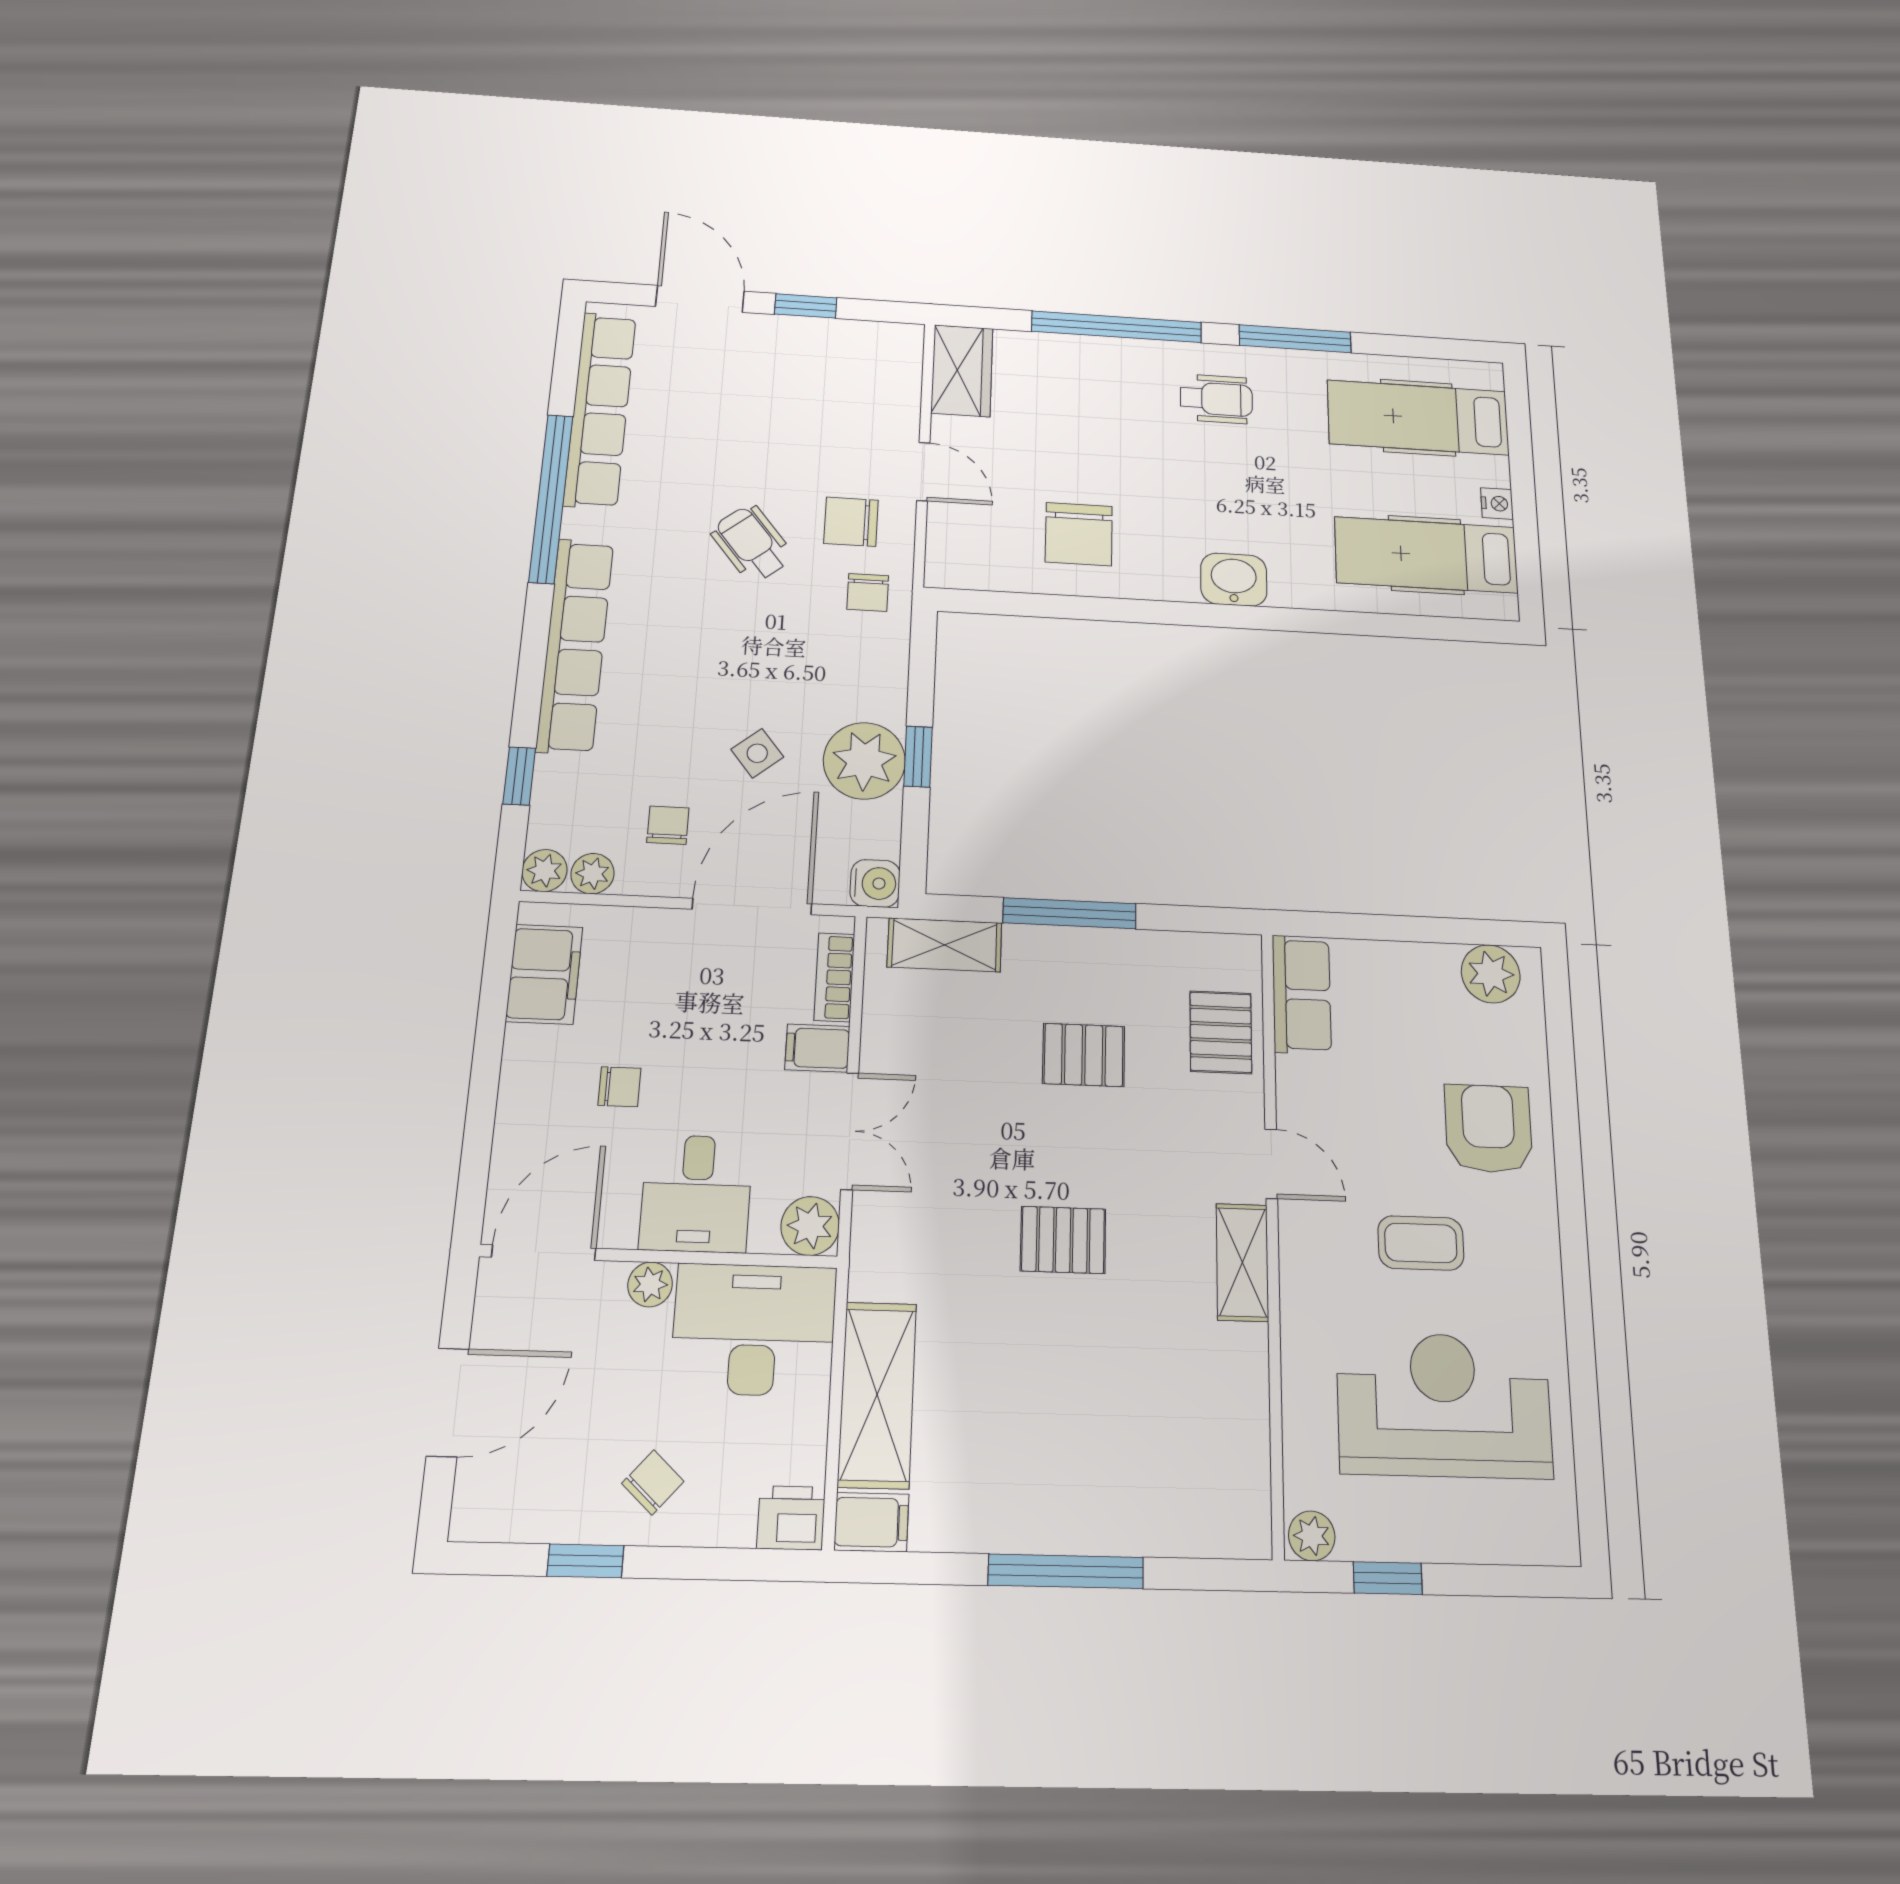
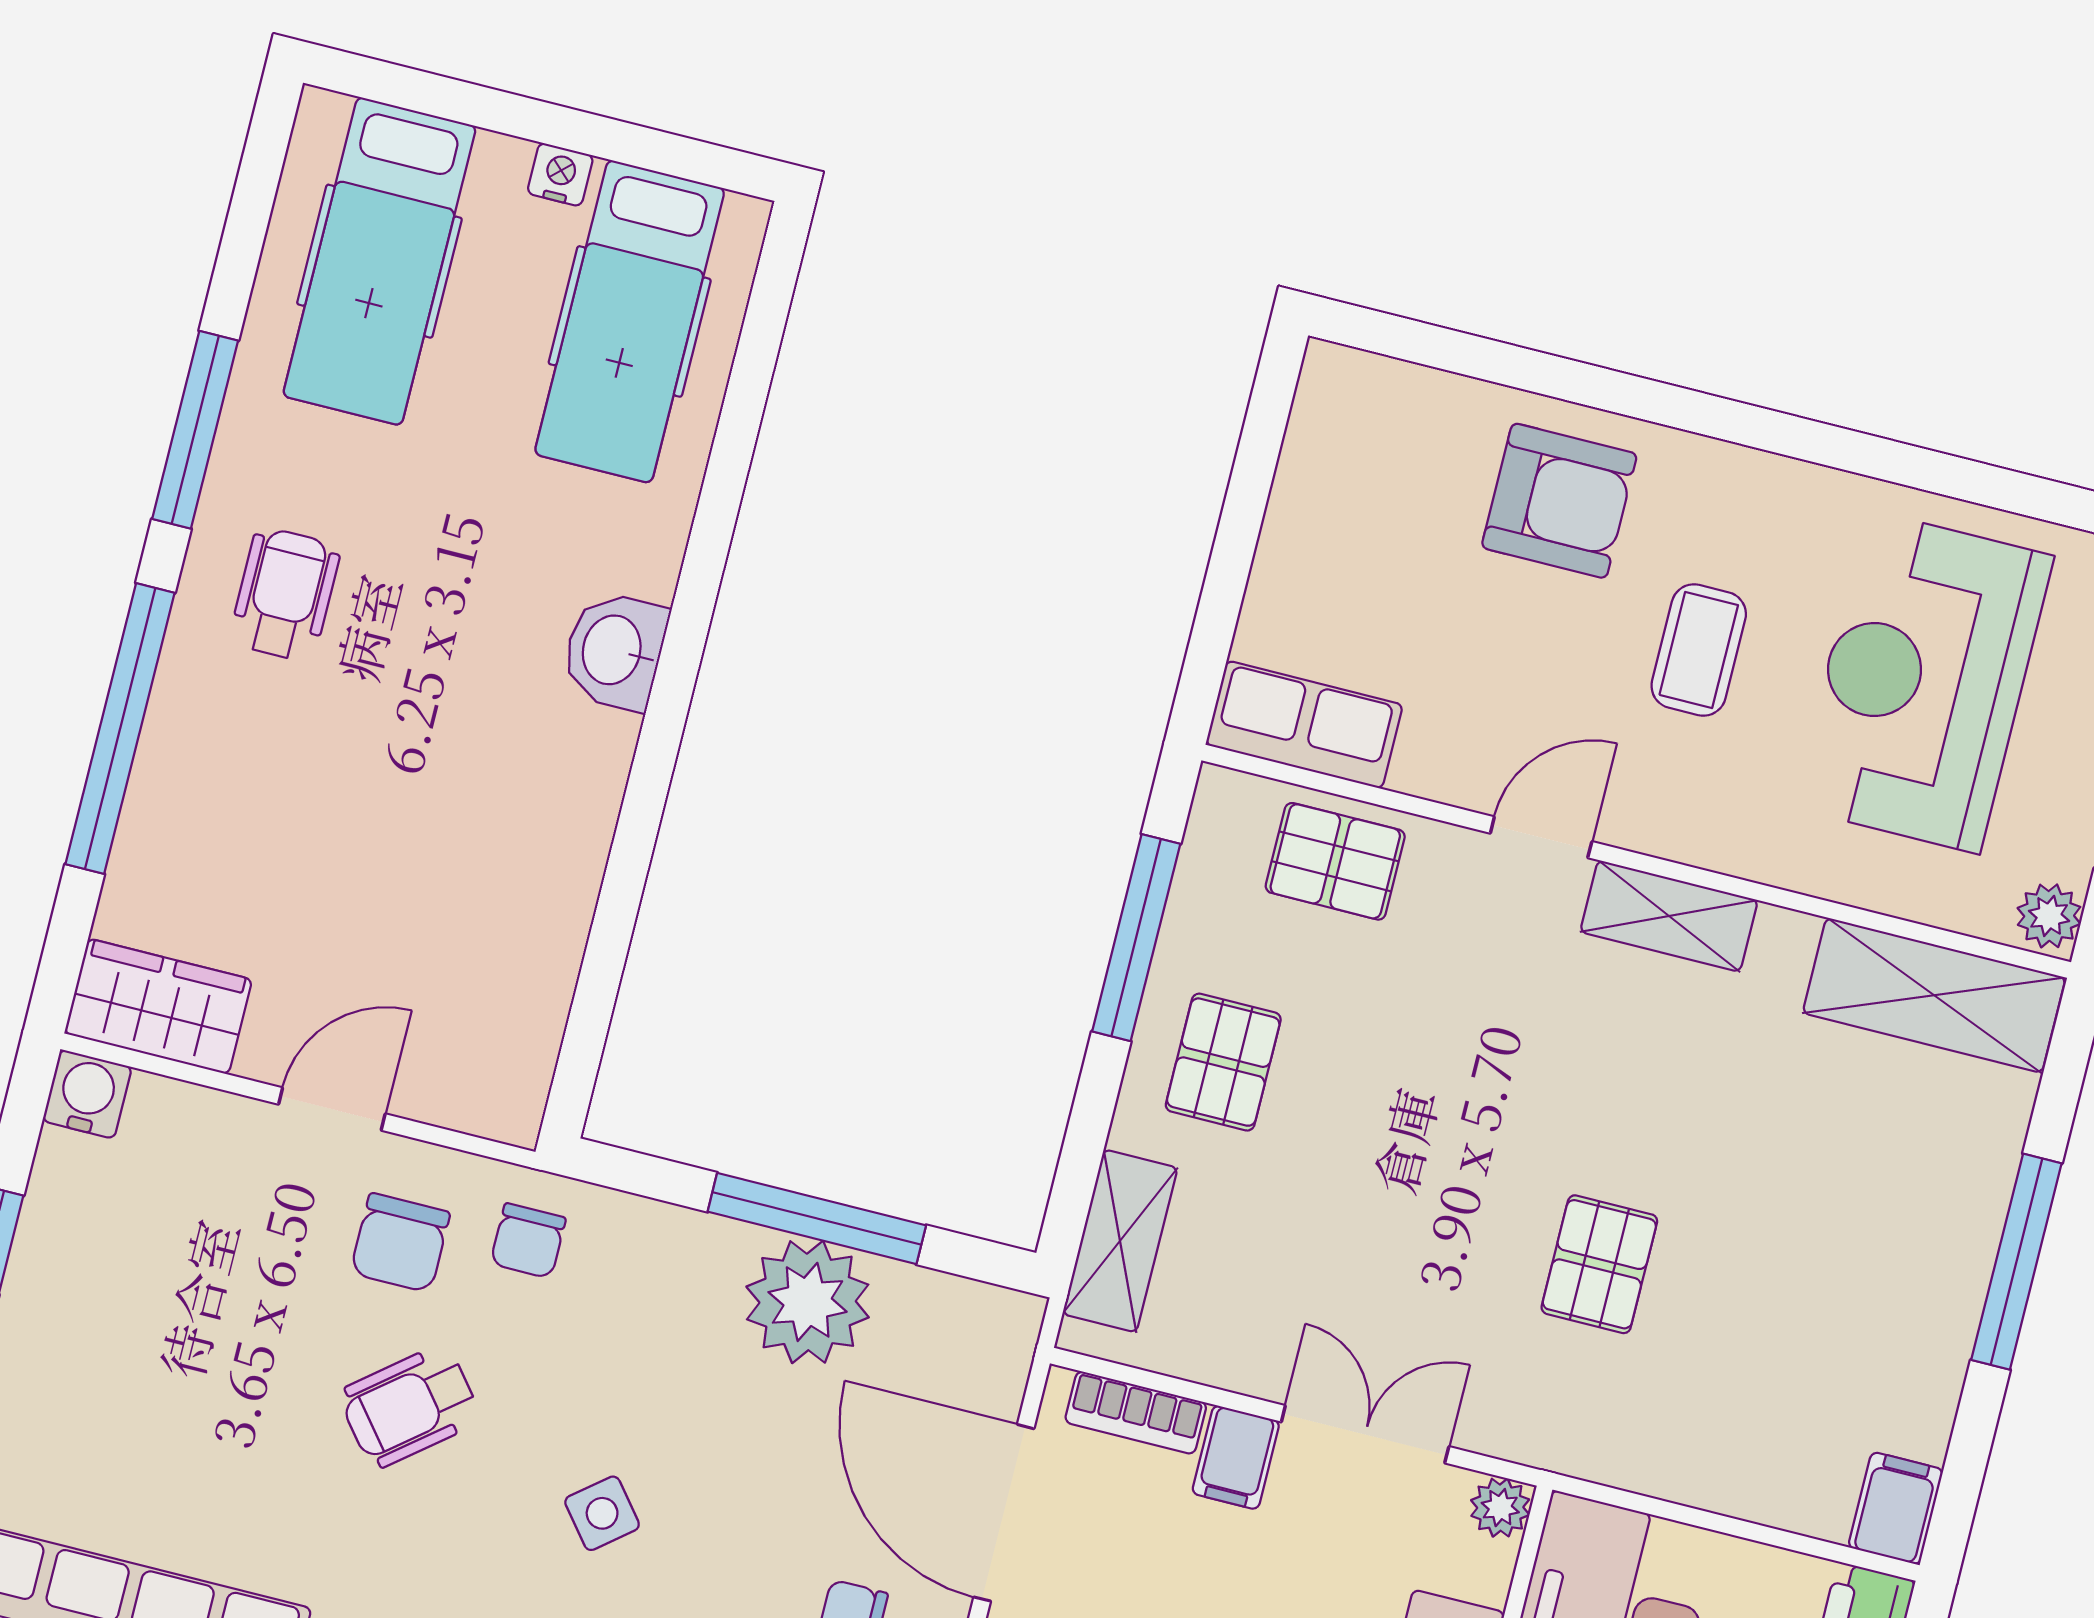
chair: (1079, 534) -> (489, 882), removed
chair: (868, 592) -> (528, 1241), turned 90
side table: (757, 753) -> (602, 1513), moved
window: (918, 757) -> (817, 1218), width x2.17
water cooler: (875, 883) -> (87, 1094), moved
window: (1070, 913) -> (1136, 938), moved
plant: (1491, 974) -> (1332, 426), removed
pallet: (1084, 1055) -> (1223, 1062), moved
armchair: (1488, 1129) -> (1559, 501), turned 180
plant: (810, 1226) -> (1500, 1508), width x0.73, depth x0.73
pallet: (1063, 1240) -> (1599, 1264), moved
shelving: (877, 1395) -> (1934, 995), moved

